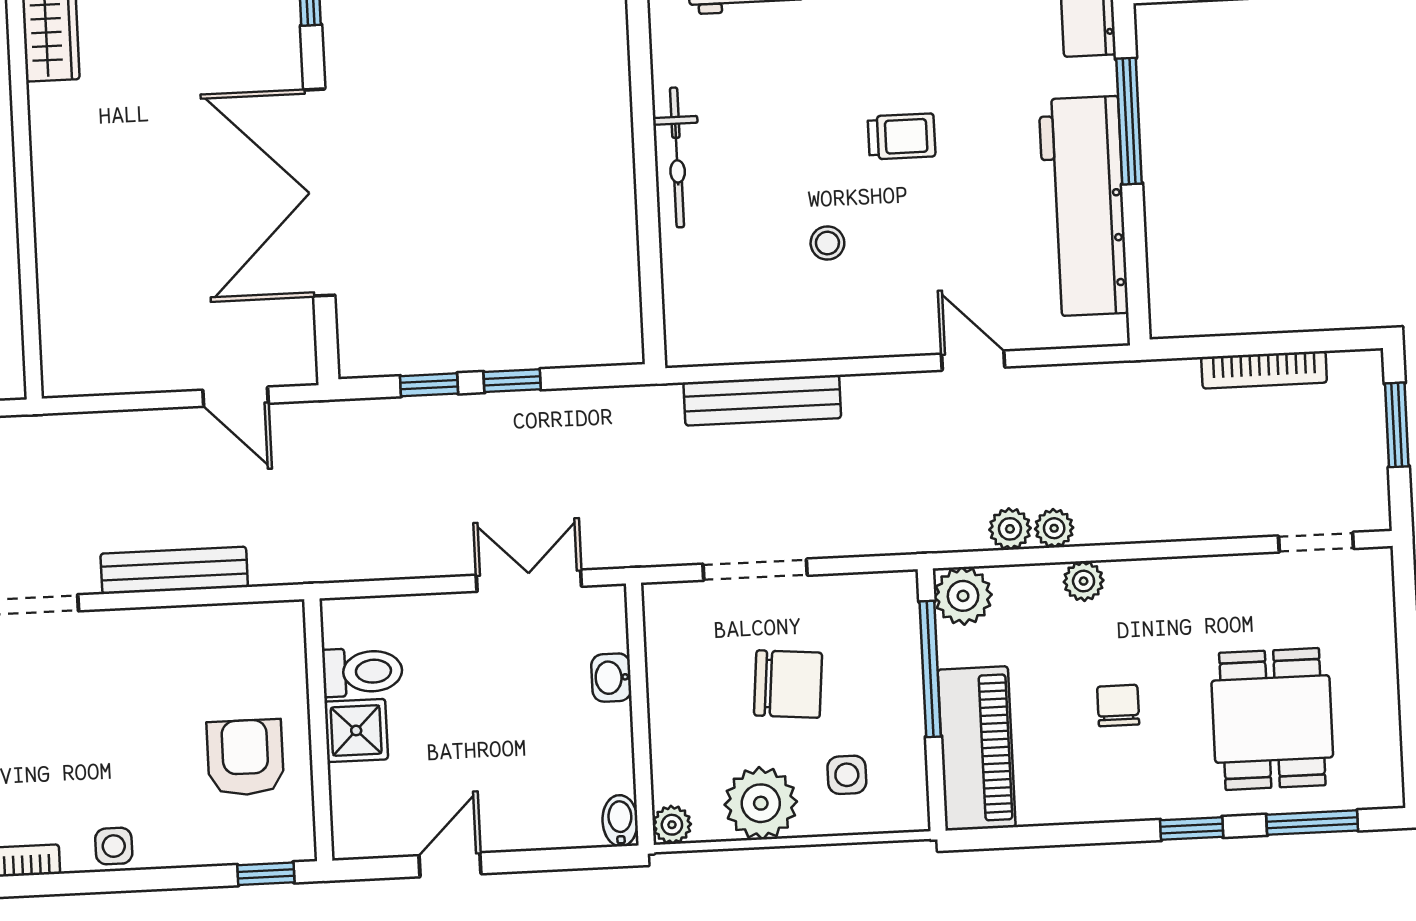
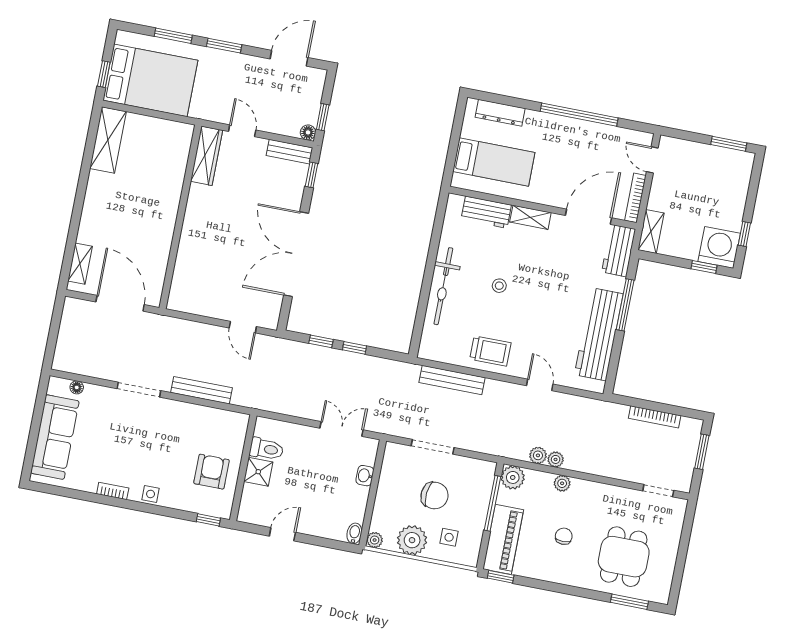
trolley: (902, 136) -> (490, 351), moved, width x1.36, depth x1.39
bicycle: (677, 157) -> (443, 286), width x1.37, depth x1.40
stool: (827, 243) -> (499, 286), moved
window: (1192, 828) -> (501, 577), moved

